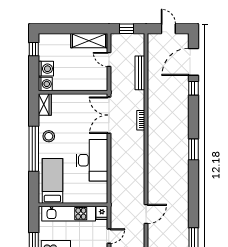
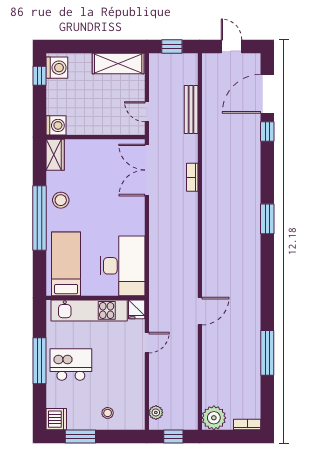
door: (109, 59) -> (147, 112), moved
washing machine: (46, 69) -> (57, 68), moved
desk: (92, 160) -> (122, 266), moved

